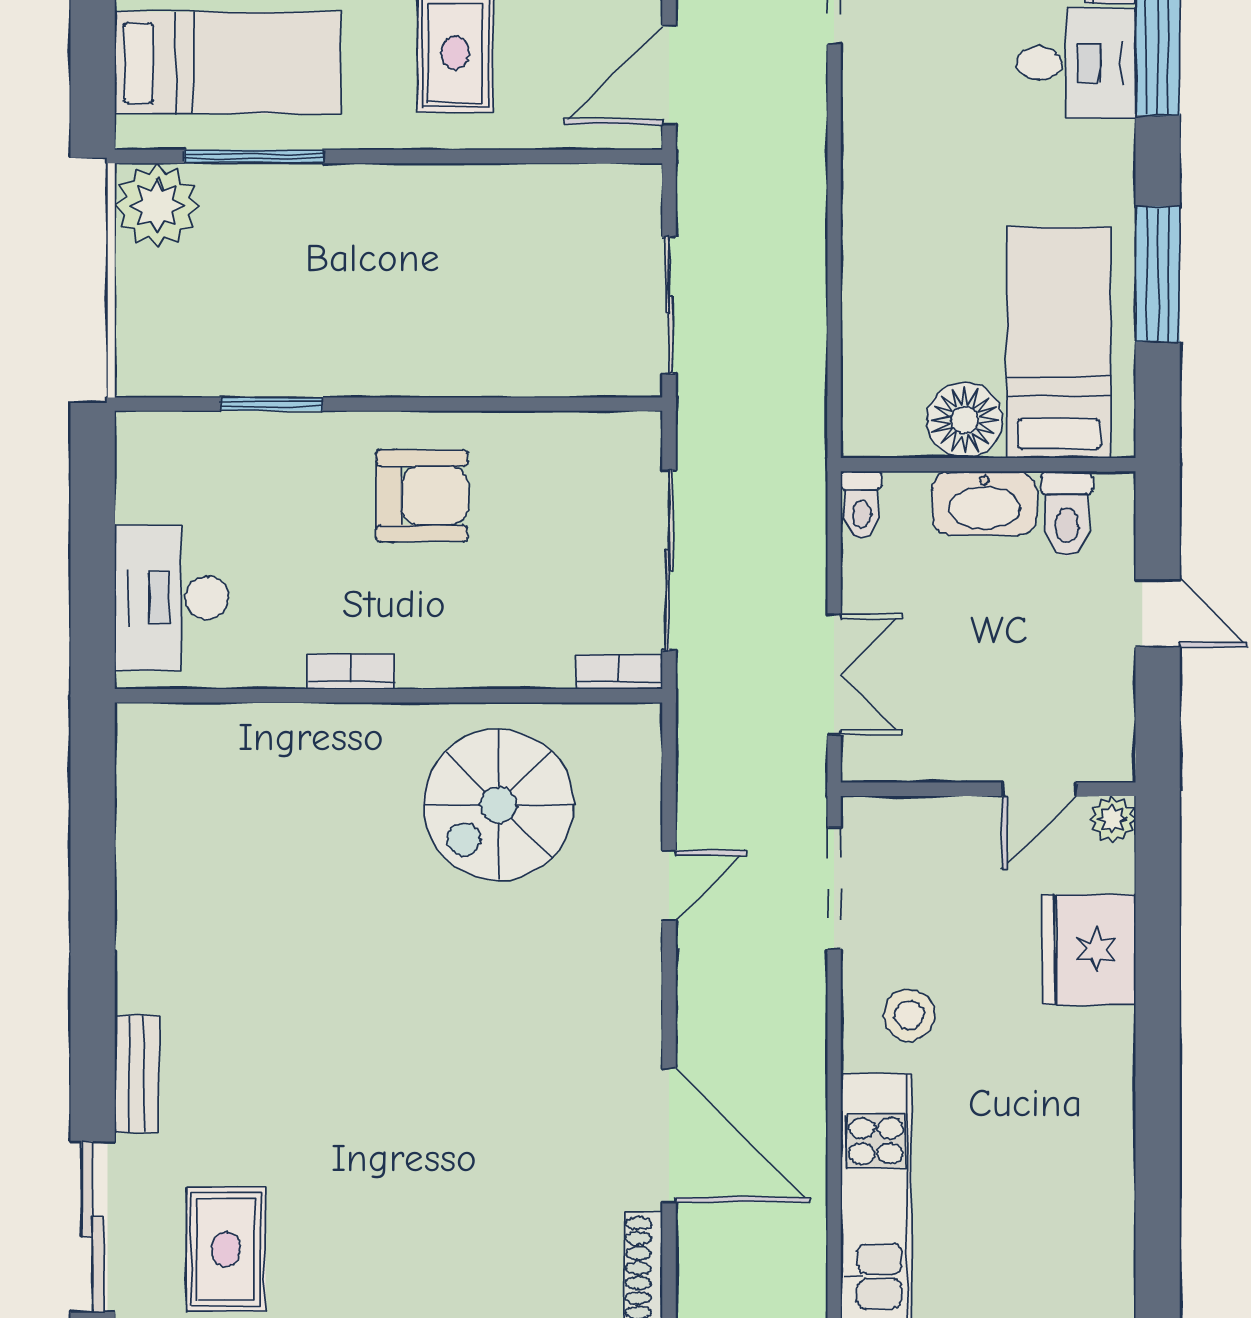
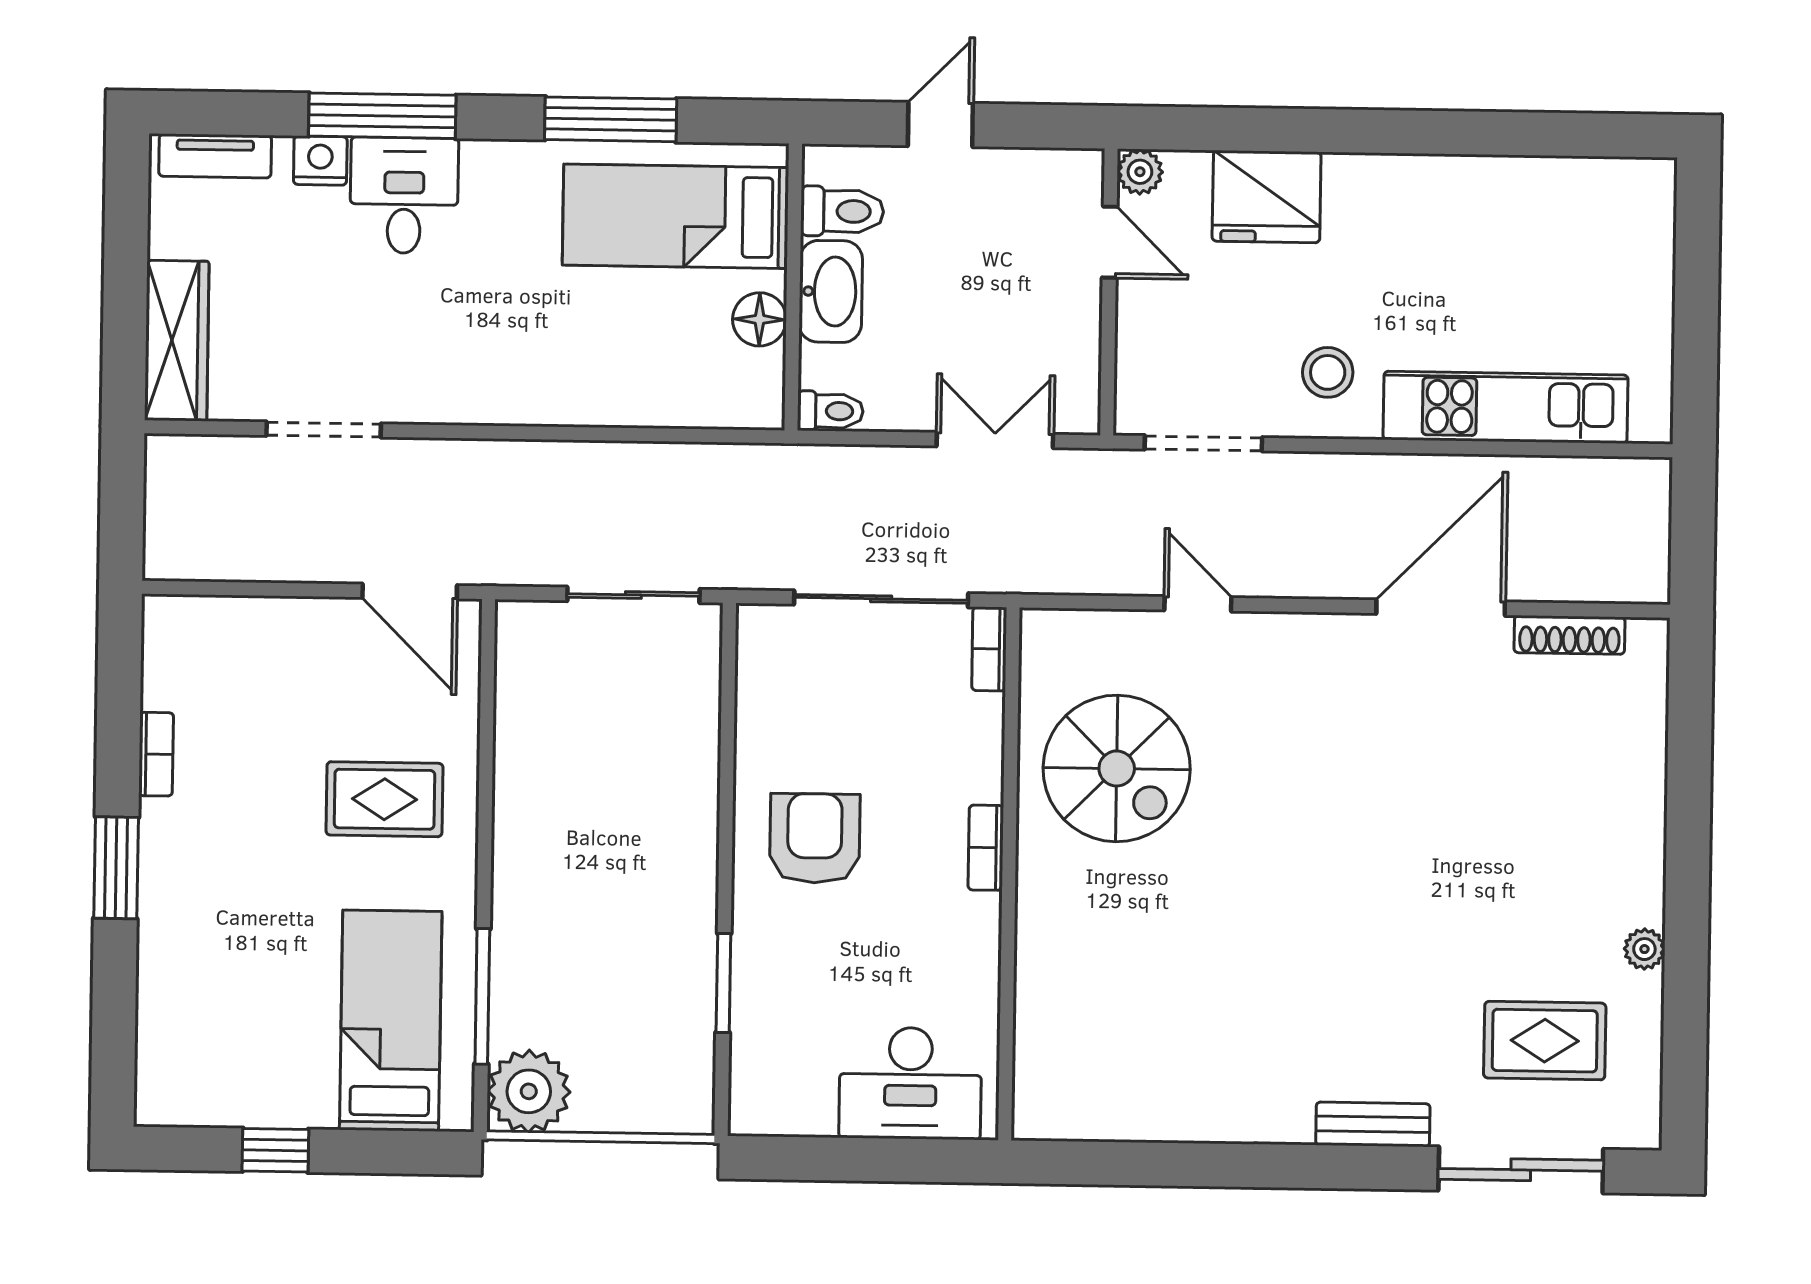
floor lamp: (965, 420) -> (759, 319), width x0.73, depth x0.73
bookcase: (351, 672) -> (986, 848), moved

